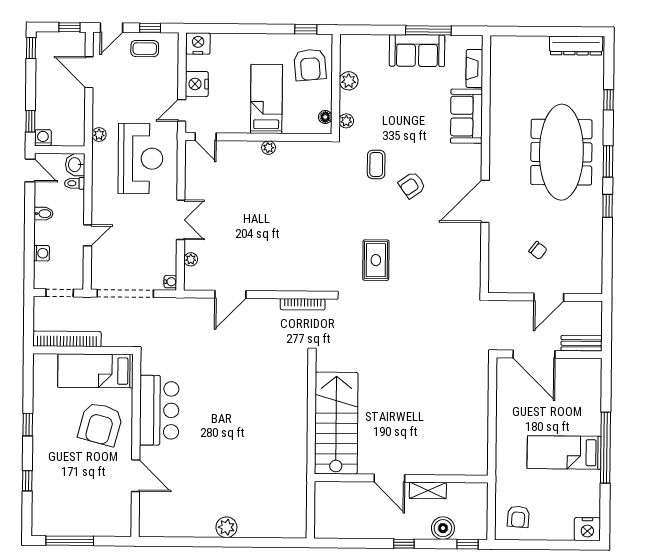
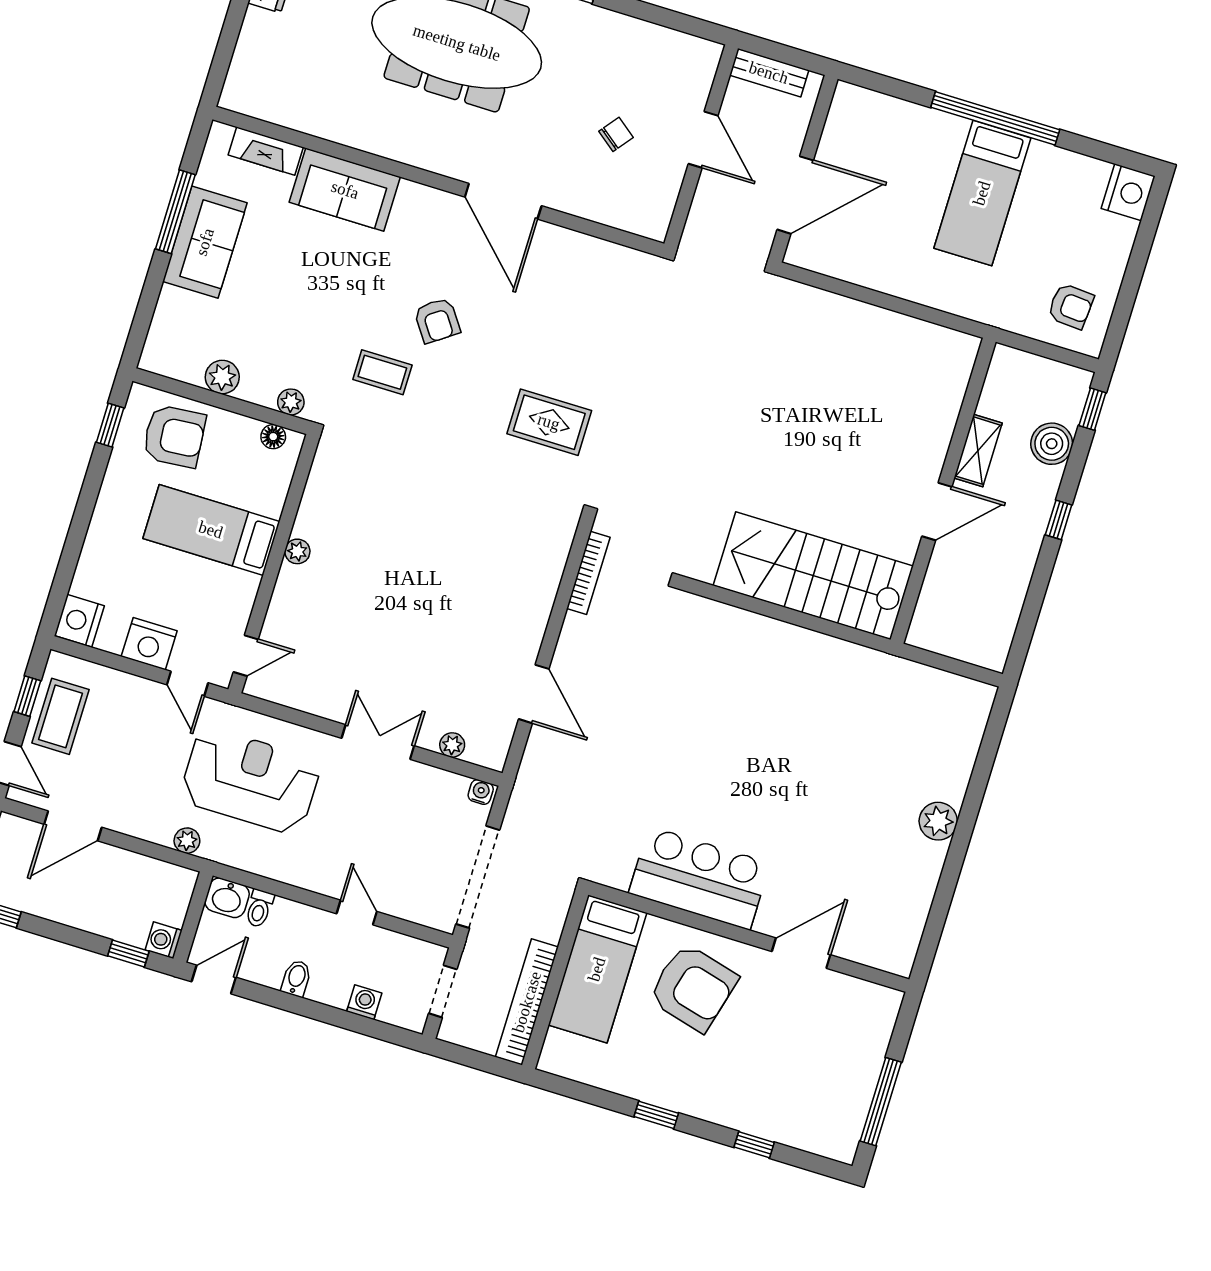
coffee table: (145, 49) -> (61, 716), width x1.36, depth x1.30
bench: (582, 343) -> (769, 73), moved, turned 90

